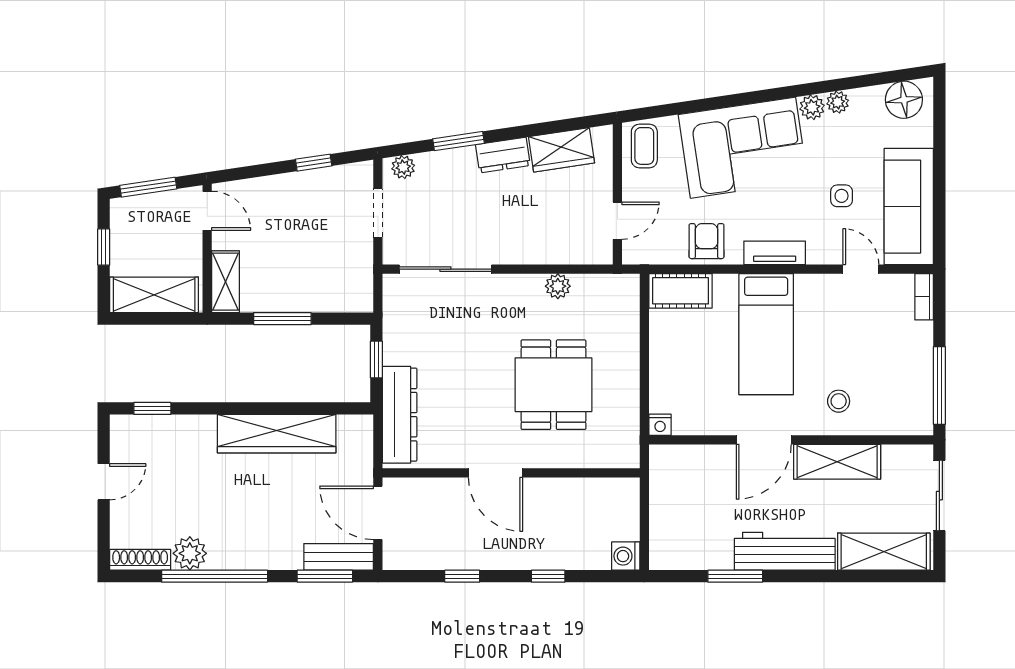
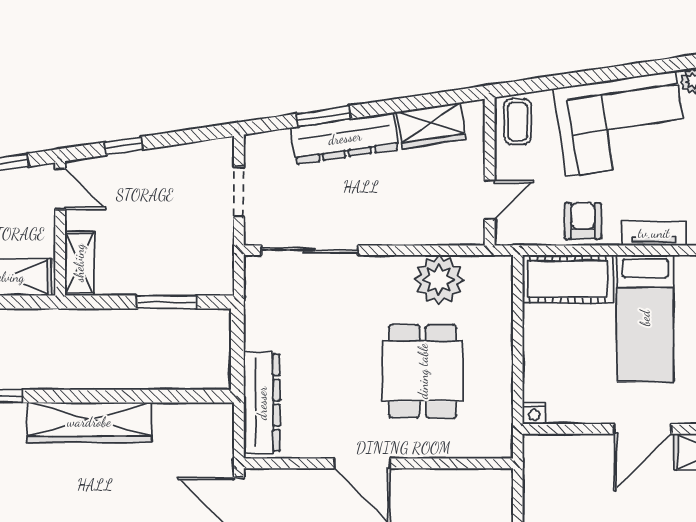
dresser: (503, 155) -> (345, 138), width x1.96, depth x1.24
window: (314, 163) -> (124, 146), moved
plant: (403, 167) -> (265, 144), removed
plant: (558, 286) -> (439, 280), width x1.88, depth x1.88
cot: (681, 291) -> (568, 279), width x1.37, depth x1.34
window: (282, 319) -> (167, 302), moved
window: (376, 359) -> (237, 345), removed
wardrobe: (277, 434) -> (89, 422), moved

